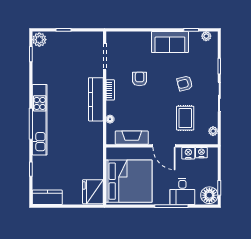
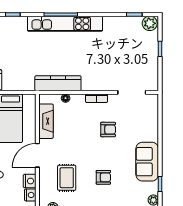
armchair: (185, 83) -> (103, 177), turned 104
kitchen counter: (96, 99) -> (58, 83), moved
rug: (185, 118) -> (67, 178), turned 90

